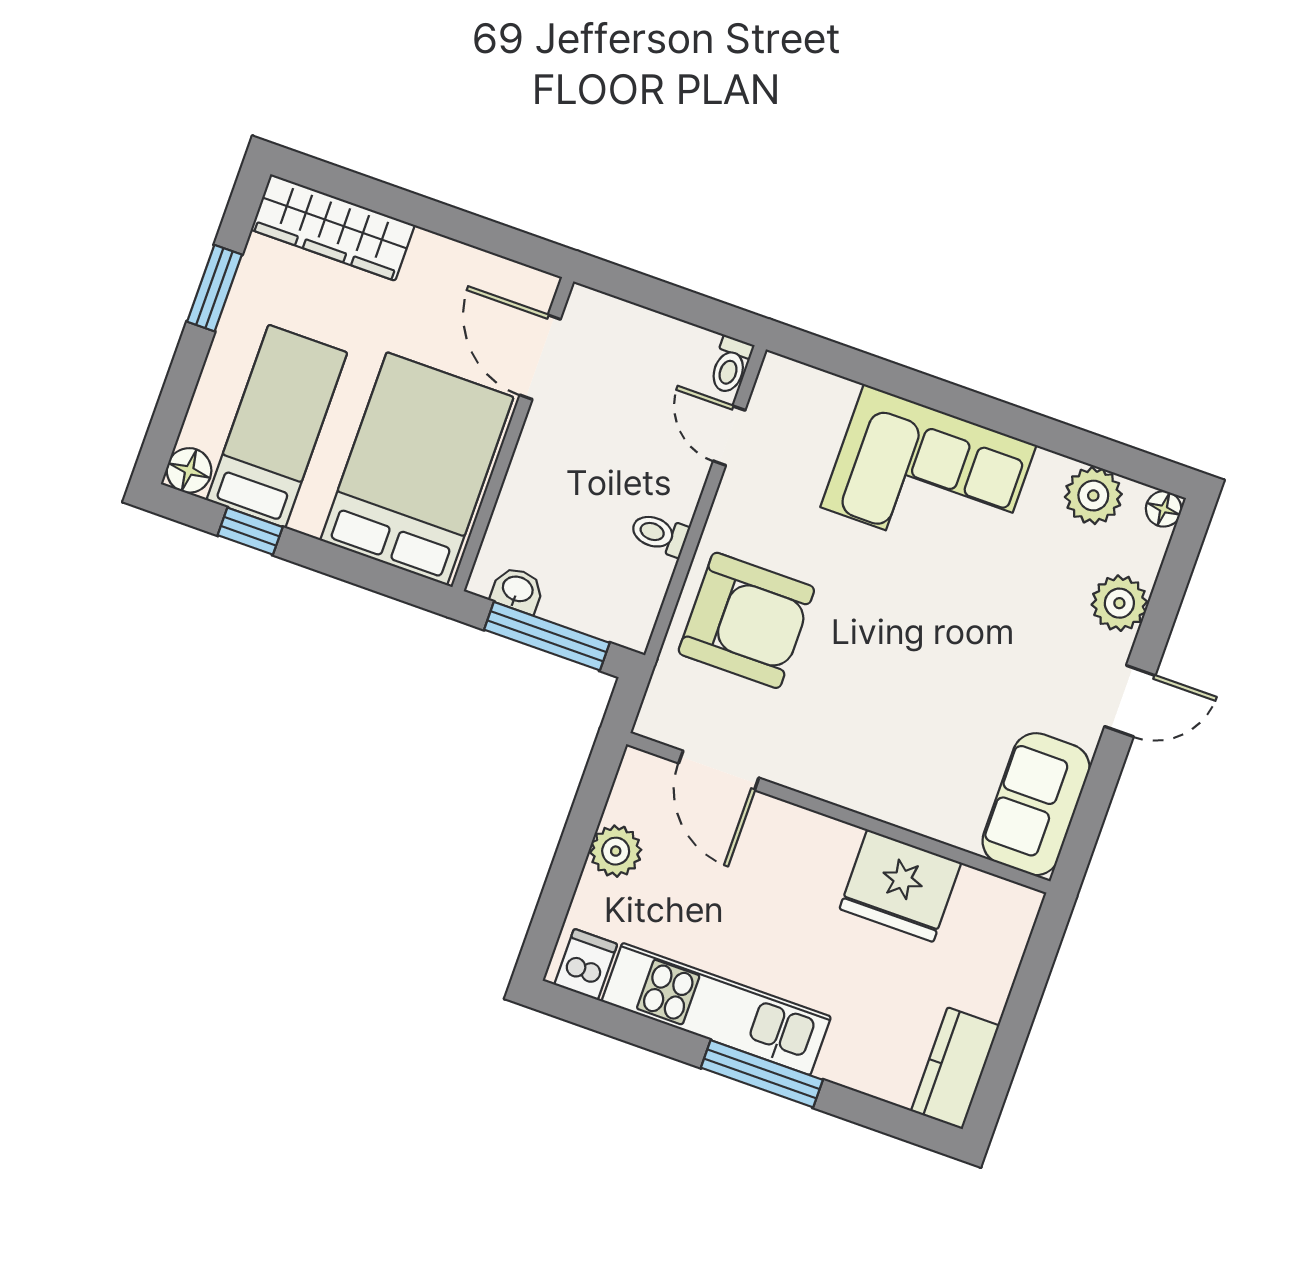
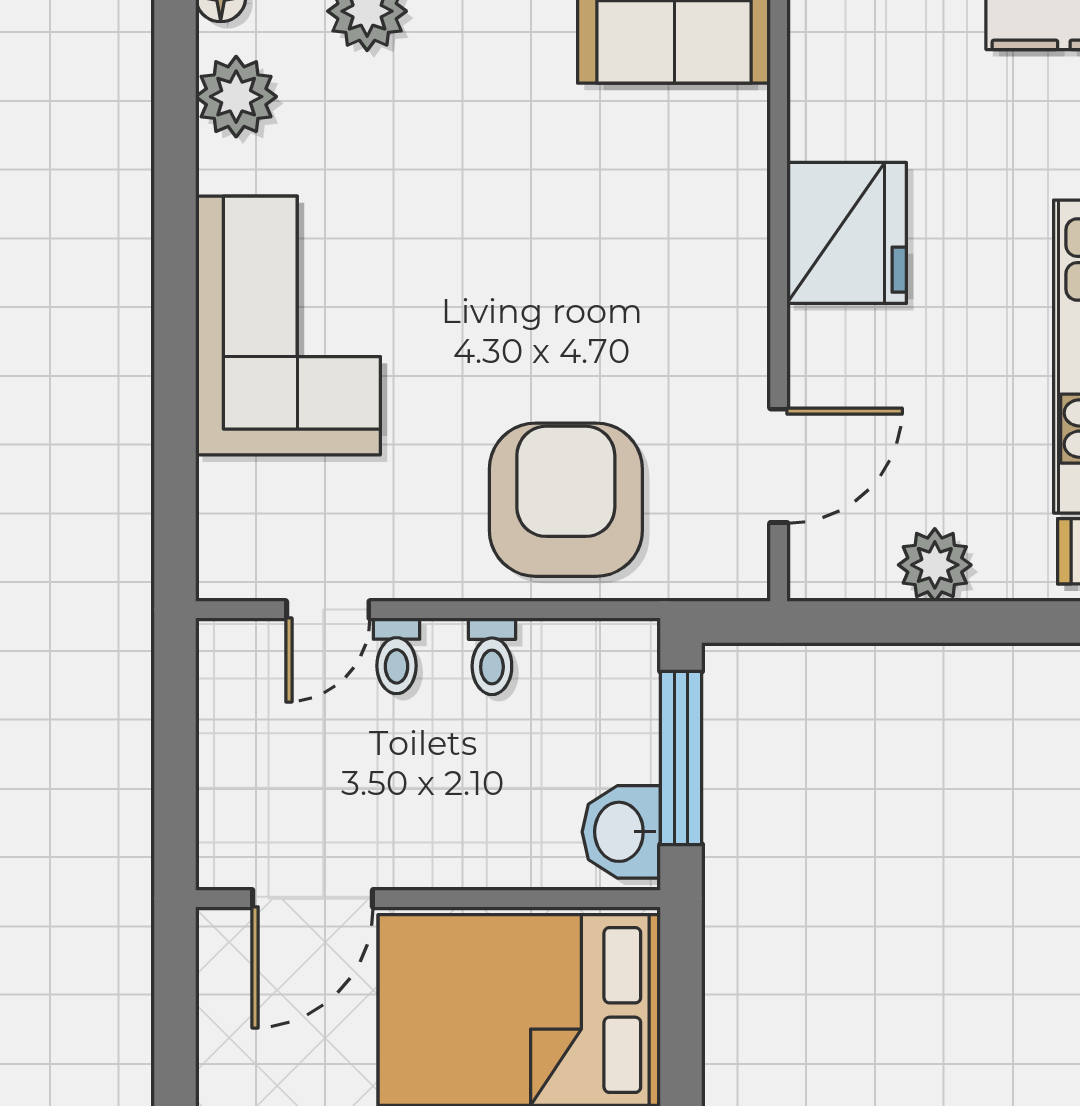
toilet: (731, 365) -> (397, 656), moved, turned 90
washbasin: (517, 590) -> (621, 832), width x1.38, depth x1.45
fridge: (900, 886) -> (847, 233), moved

